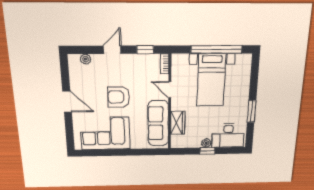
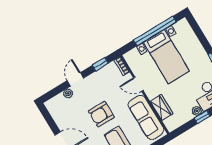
plant: (86, 59) -> (68, 93), moved

